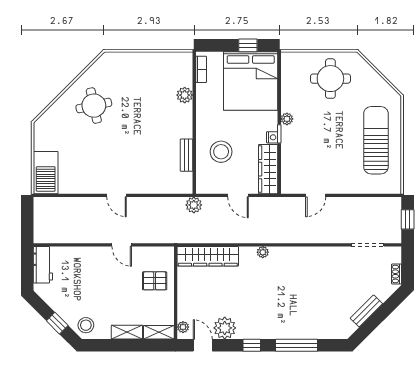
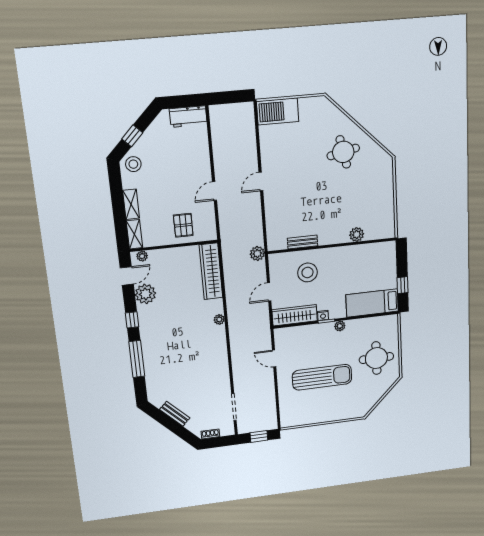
bookcase: (201, 69) -> (380, 247), removed
bed: (251, 81) -> (372, 303), width x0.49
sun lounger: (376, 140) -> (322, 377), moved

